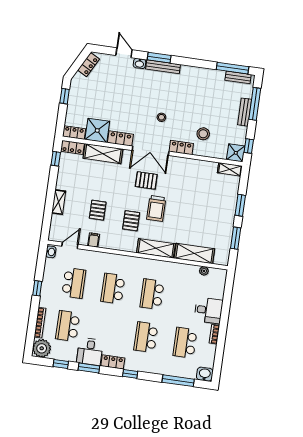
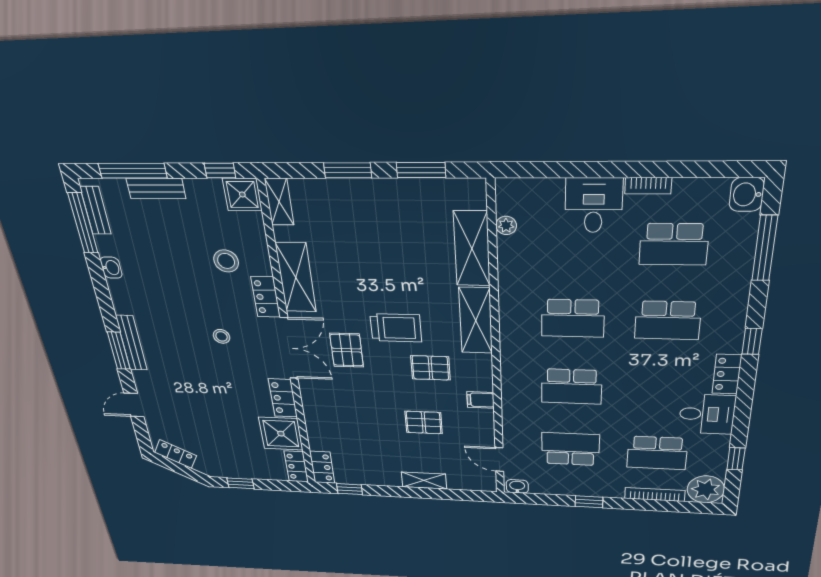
washbasin: (139, 63) -> (111, 268), moved
shelving: (103, 154) -> (296, 277), moved
filing cabinet: (94, 240) -> (481, 400), moved
window: (89, 368) -> (742, 413), removed

